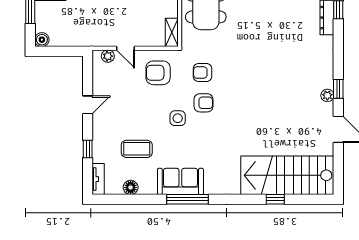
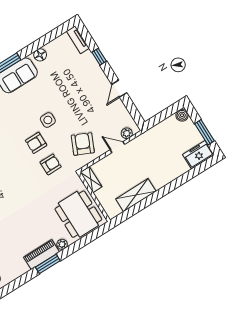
armchair: (158, 73) -> (83, 144), turned -66
coffee table: (137, 149) -> (64, 79), removed
floor lamp: (131, 187) -> (40, 55), moved

